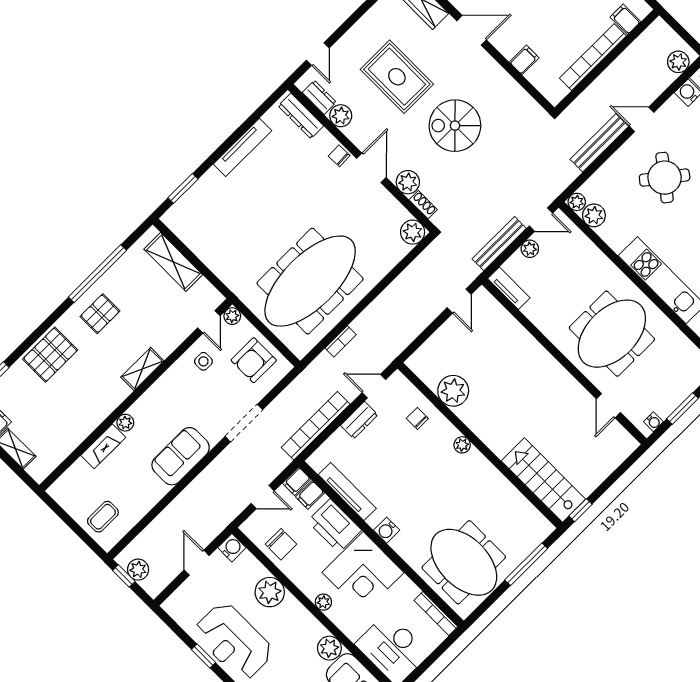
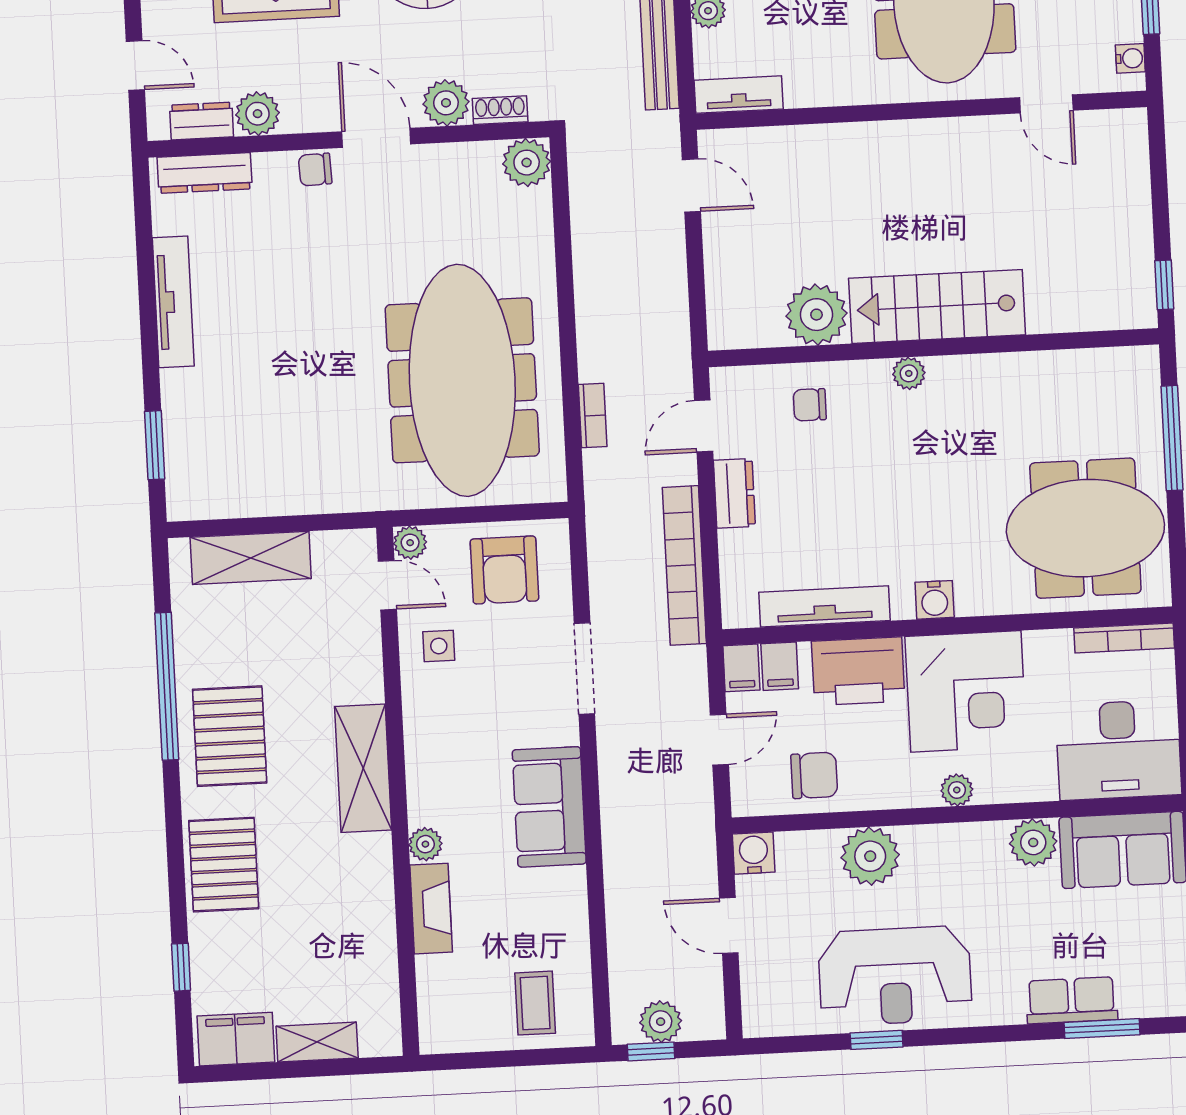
pallet: (100, 314) -> (230, 736), width x1.50, depth x1.42
shelving: (142, 369) -> (363, 768), width x1.50, depth x1.33
stairs: (543, 480) -> (937, 306), moved

